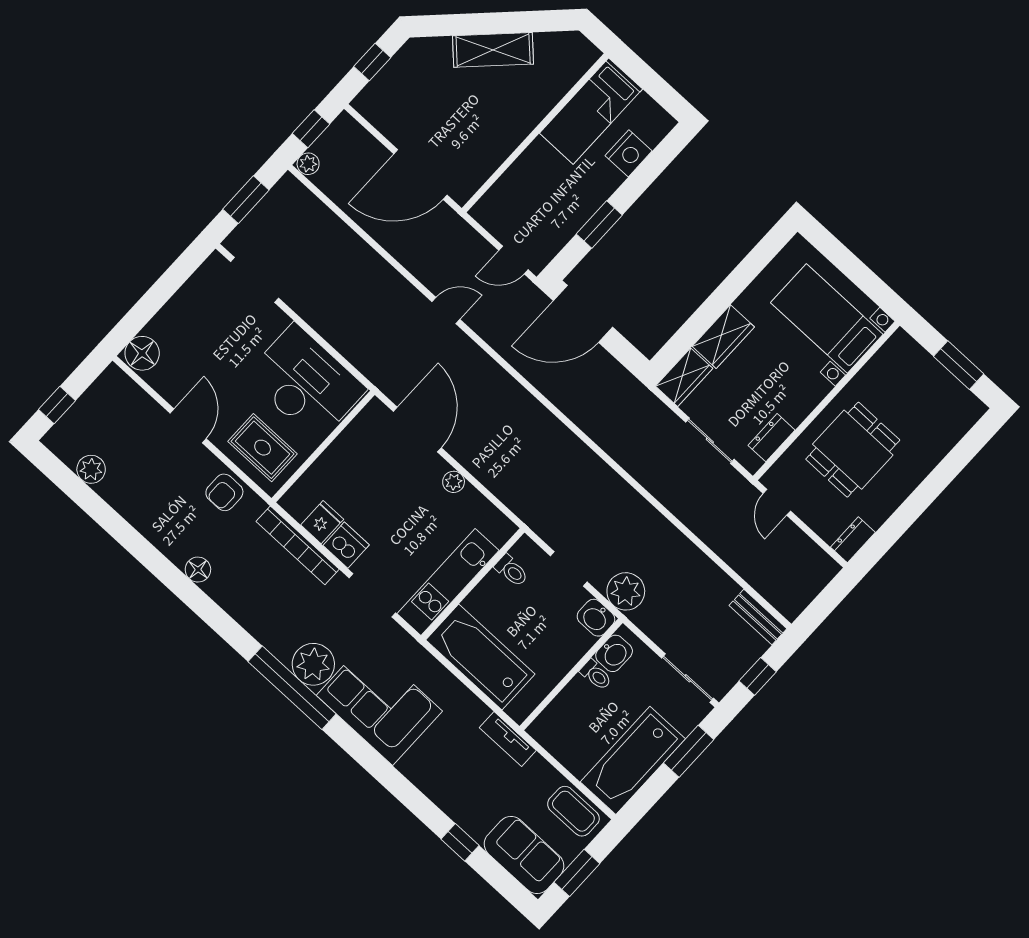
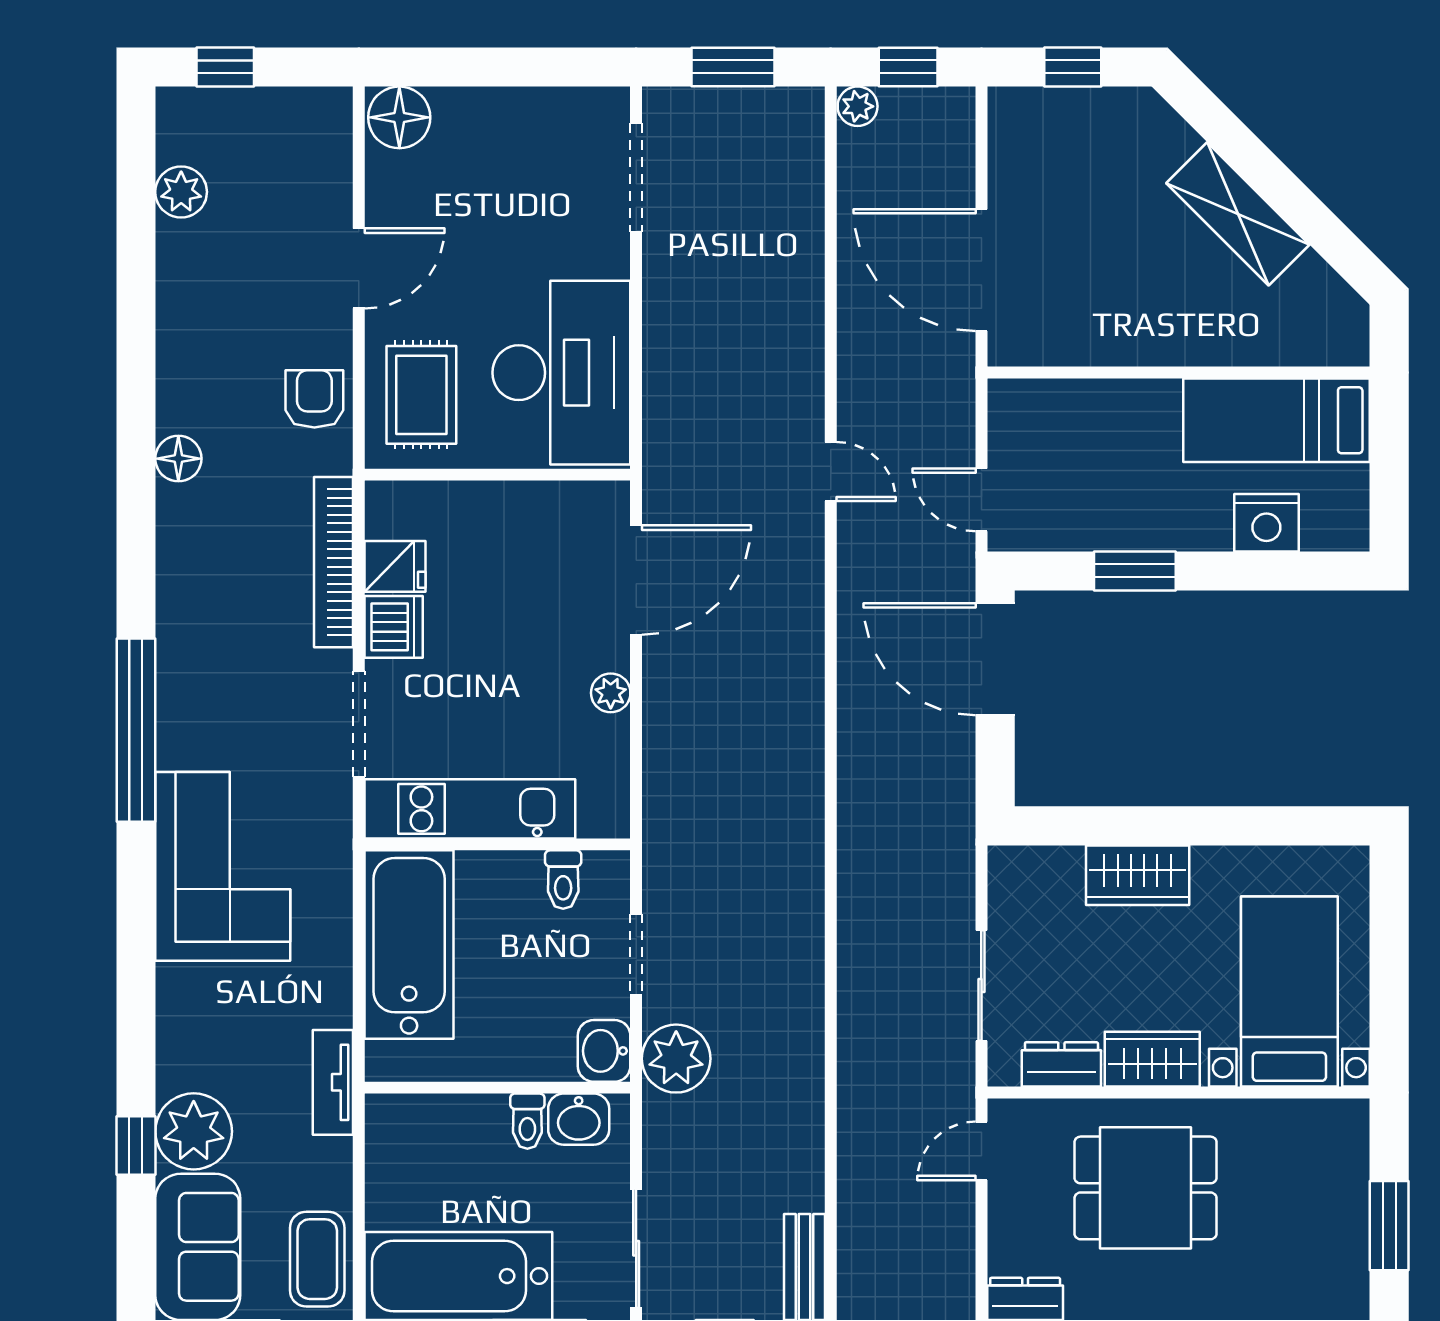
wardrobe: (684, 377) -> (1152, 1059), moved, turned 180
armchair: (224, 492) -> (314, 399), turned 90
plant: (313, 664) -> (194, 1131), moved

